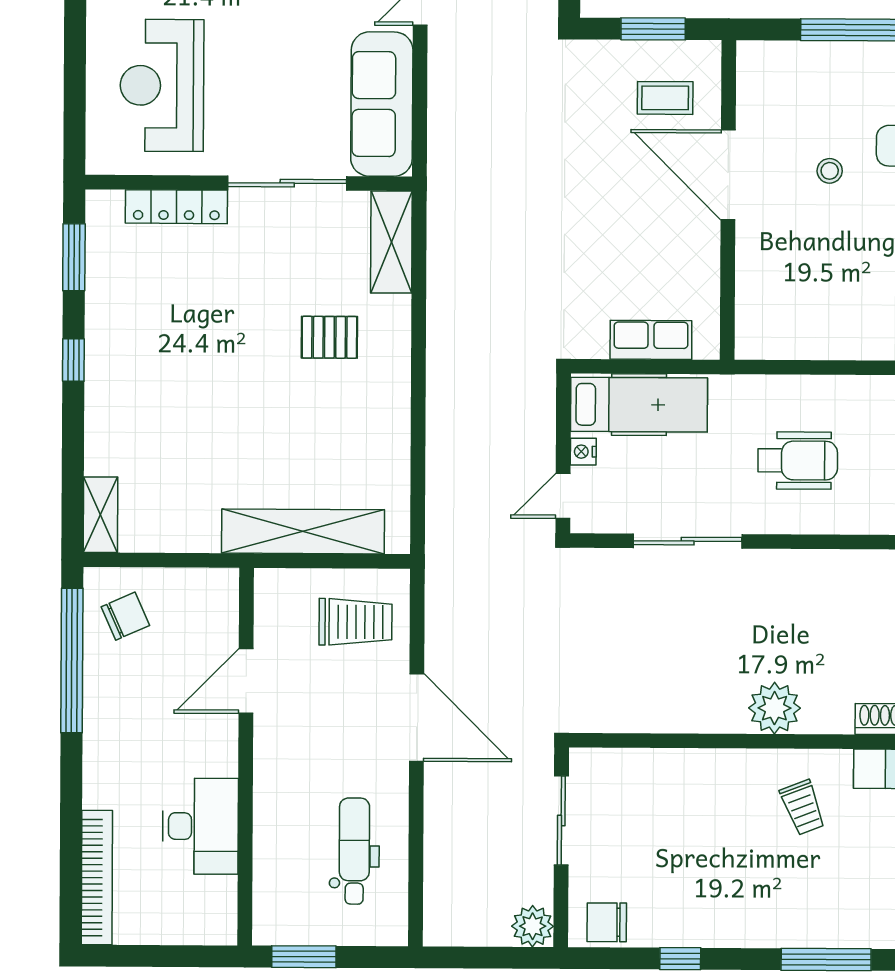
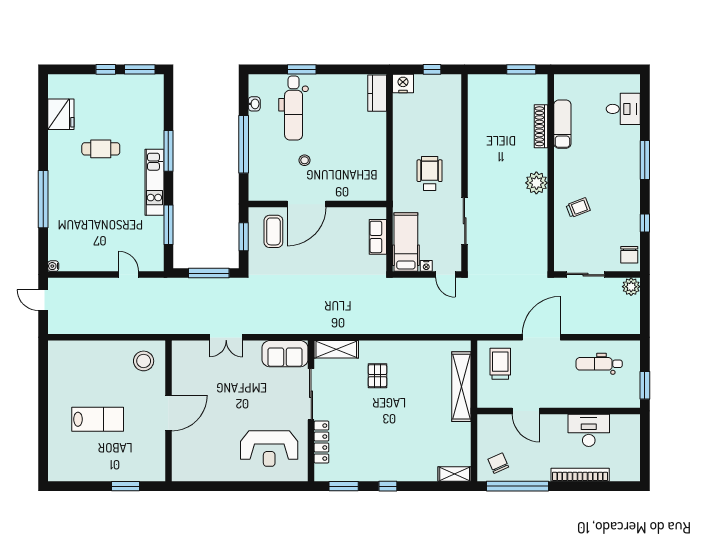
coffee table: (665, 98) -> (273, 231), width x1.36, depth x1.30
sofa: (382, 104) -> (285, 354), width x0.73
trolley: (803, 807) -> (578, 208), moved
bookcase: (97, 877) -> (580, 475), moved

